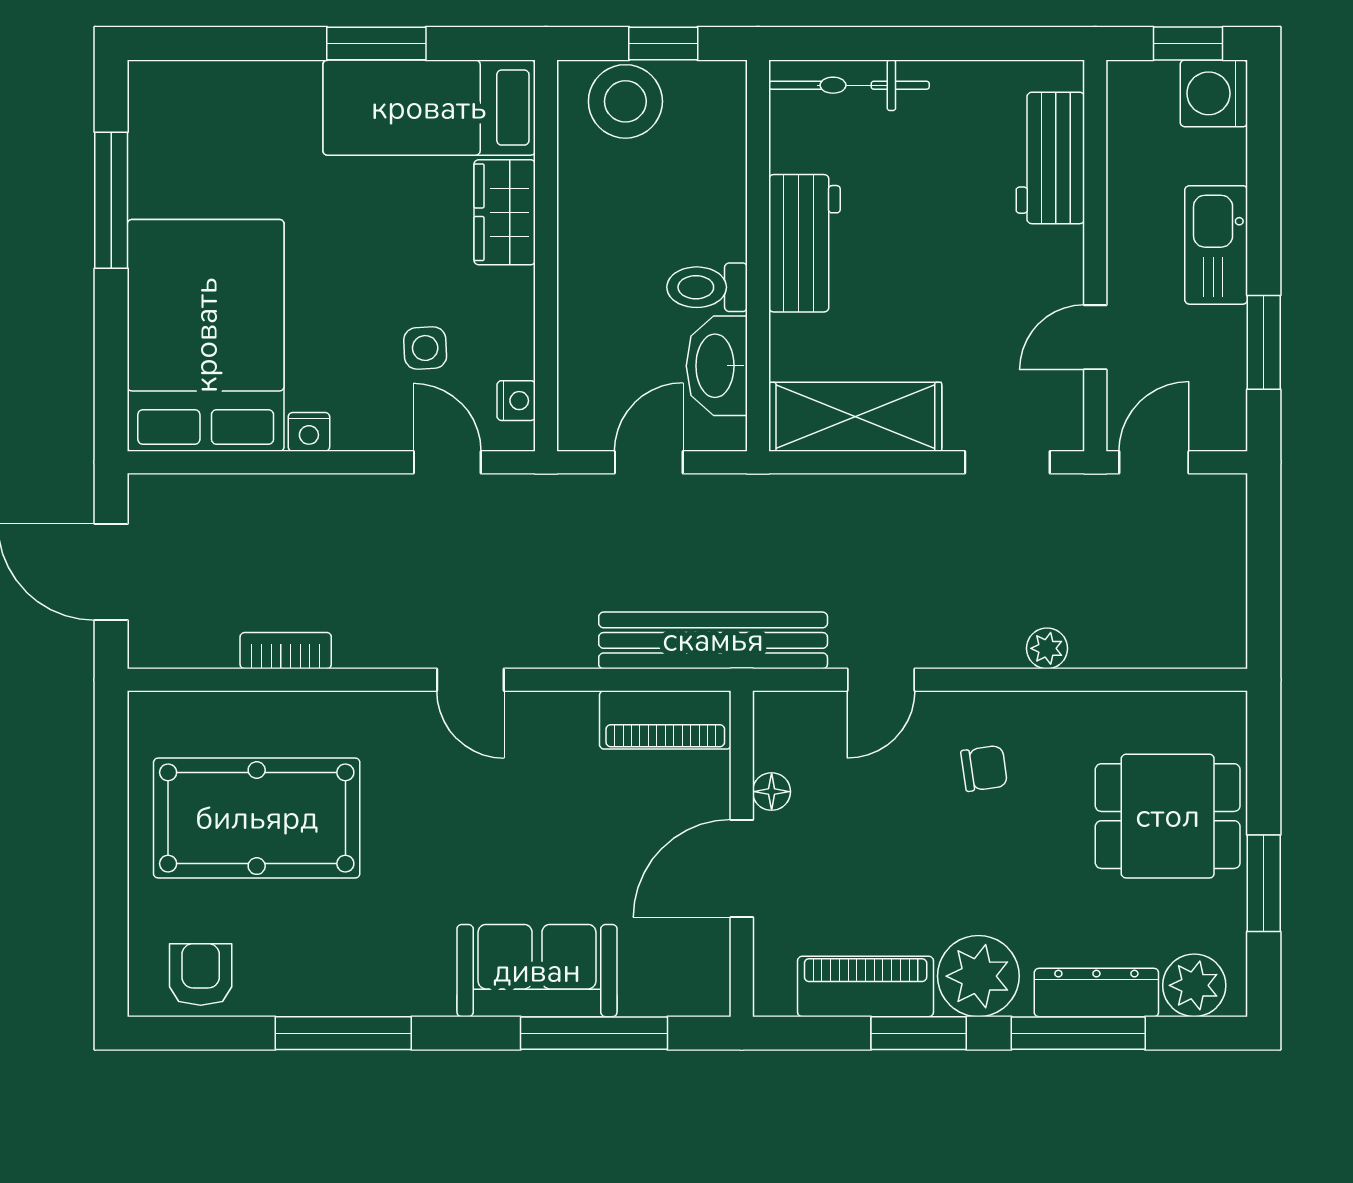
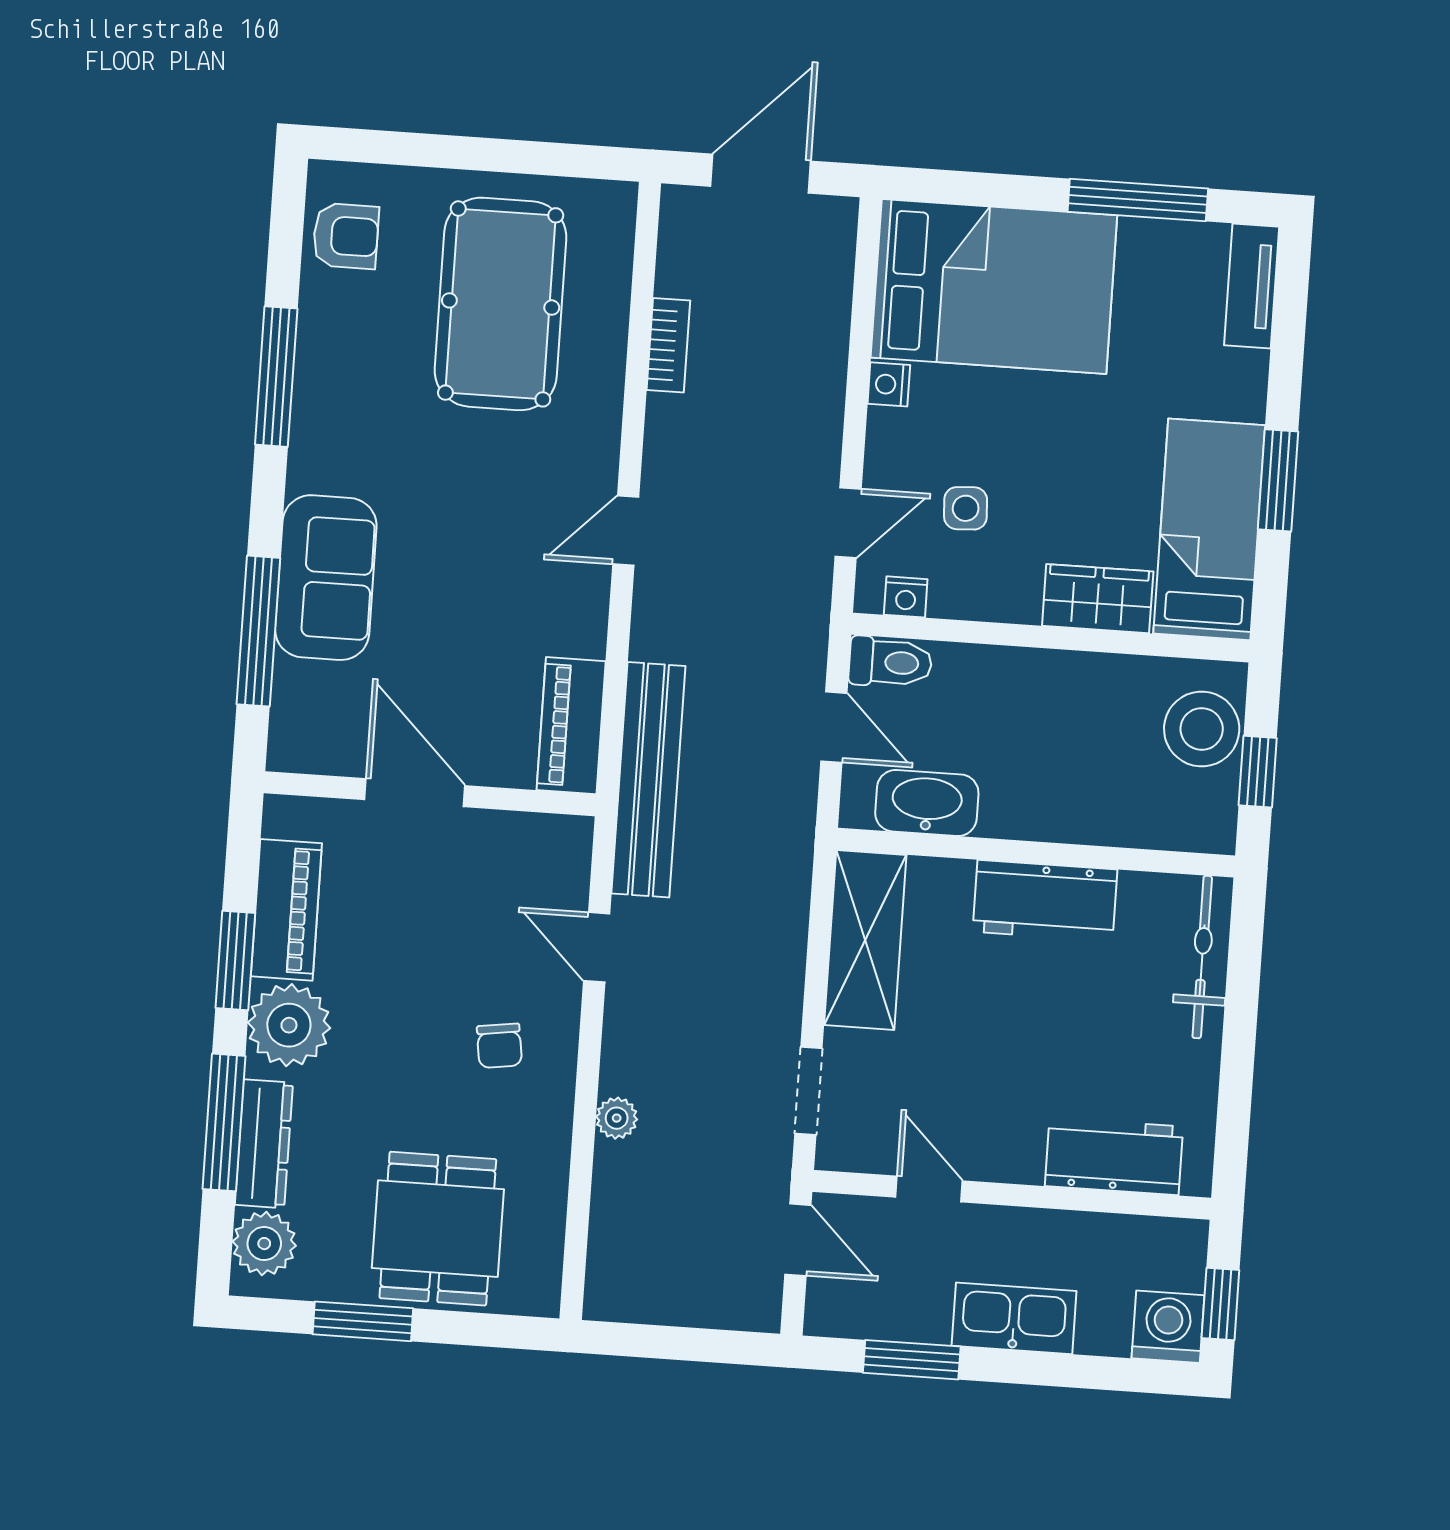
tv unit: (187, 83) -> (1252, 286), added
toilet: (707, 287) -> (890, 662), moved, turned 90
floor lamp: (772, 792) -> (491, 828), removed

